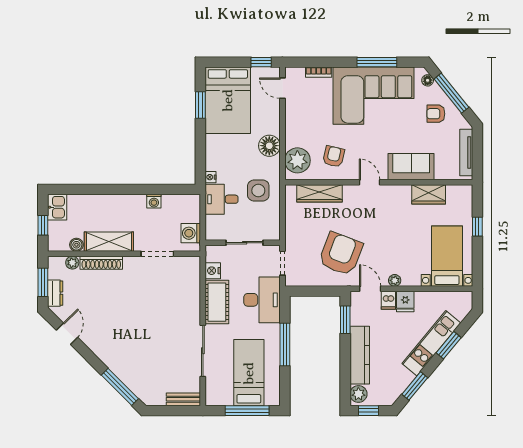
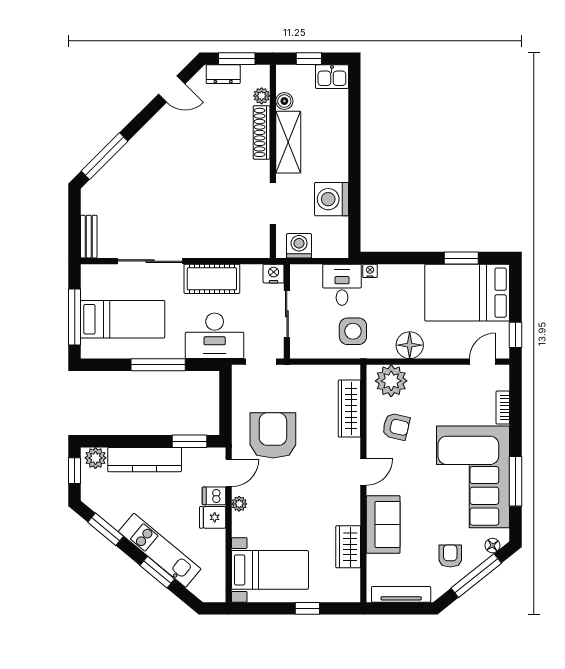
washing machine: (154, 201) -> (332, 199), width x1.89, depth x1.89
armchair: (341, 254) -> (273, 435), turned -111
nightstand: (213, 271) -> (274, 274), moved

